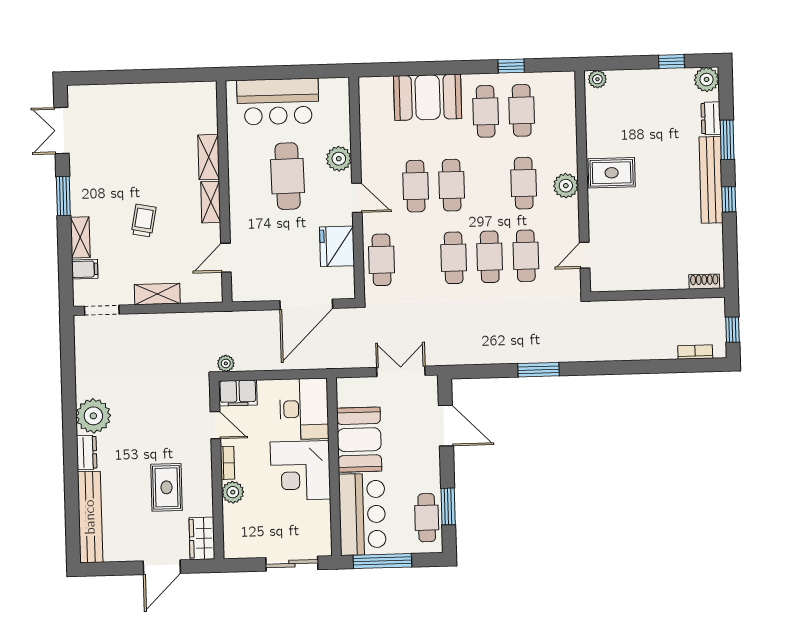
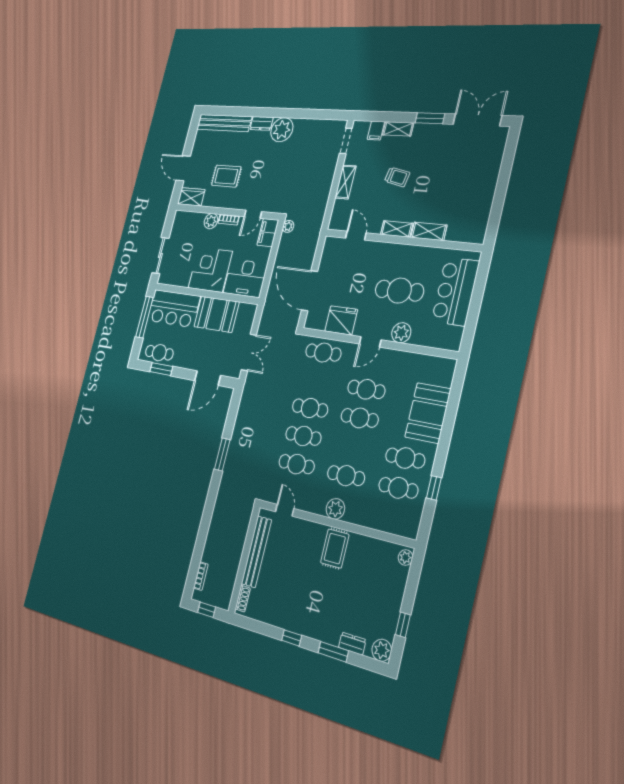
double door: (61, 130) -> (477, 120), width x1.37
bench: (711, 180) -> (256, 552), moved, turned 90

